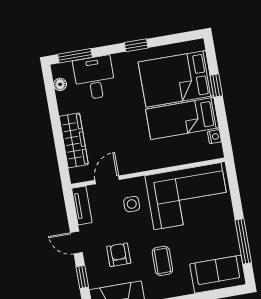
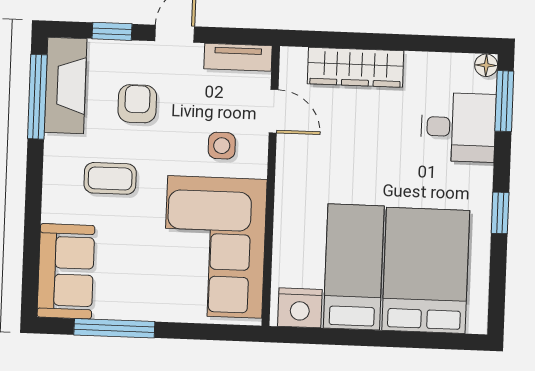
floor lamp: (60, 84) -> (486, 65), moved
window: (216, 86) -> (399, 339), removed
nightstand: (214, 137) -> (300, 308), width x1.89, depth x1.79
armchair: (119, 255) -> (137, 104), turned -90

